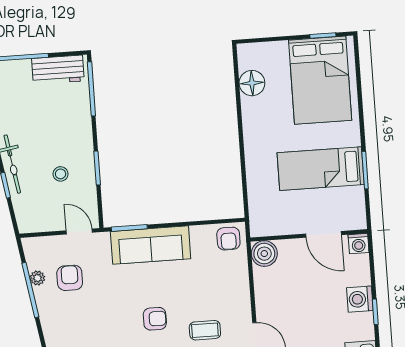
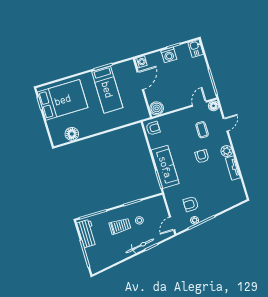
trolley: (58, 135) -> (120, 226), added
door: (79, 232) -> (172, 224), moved

